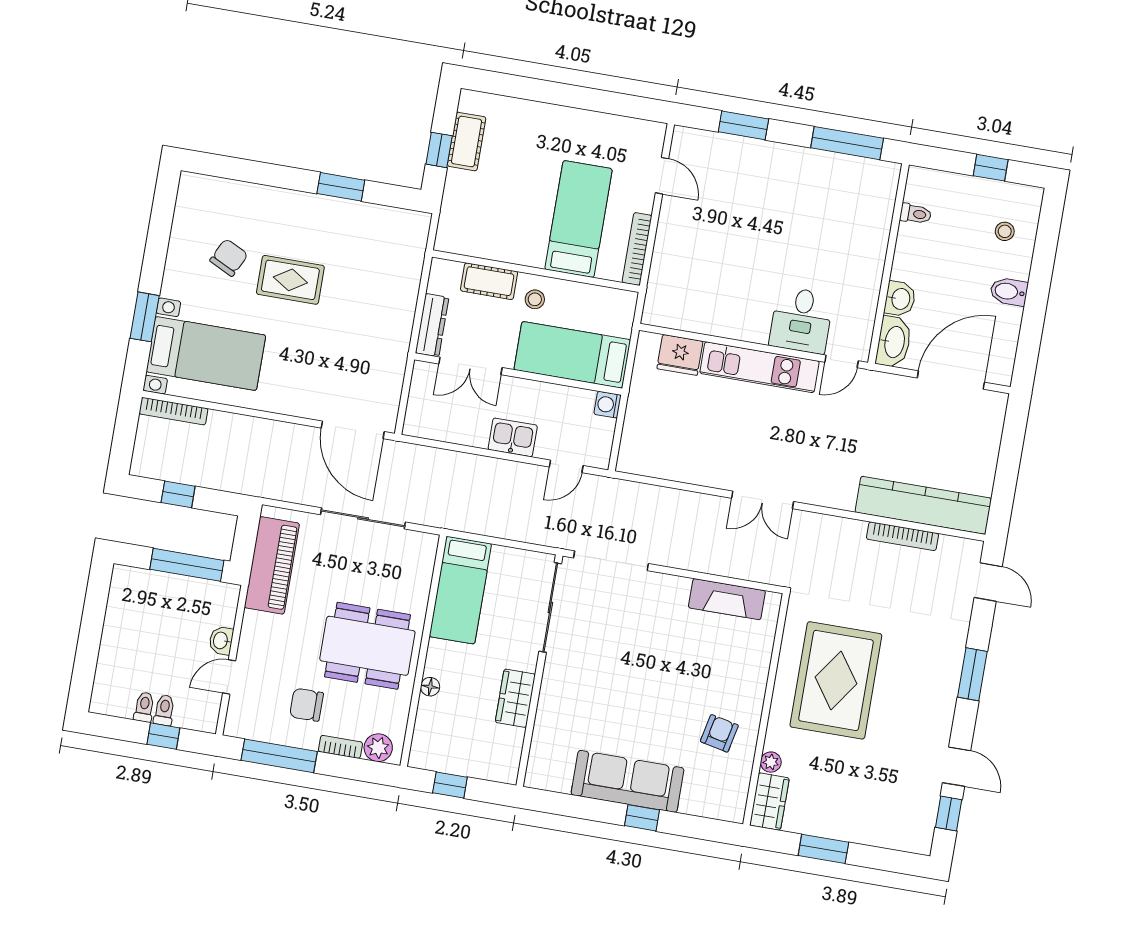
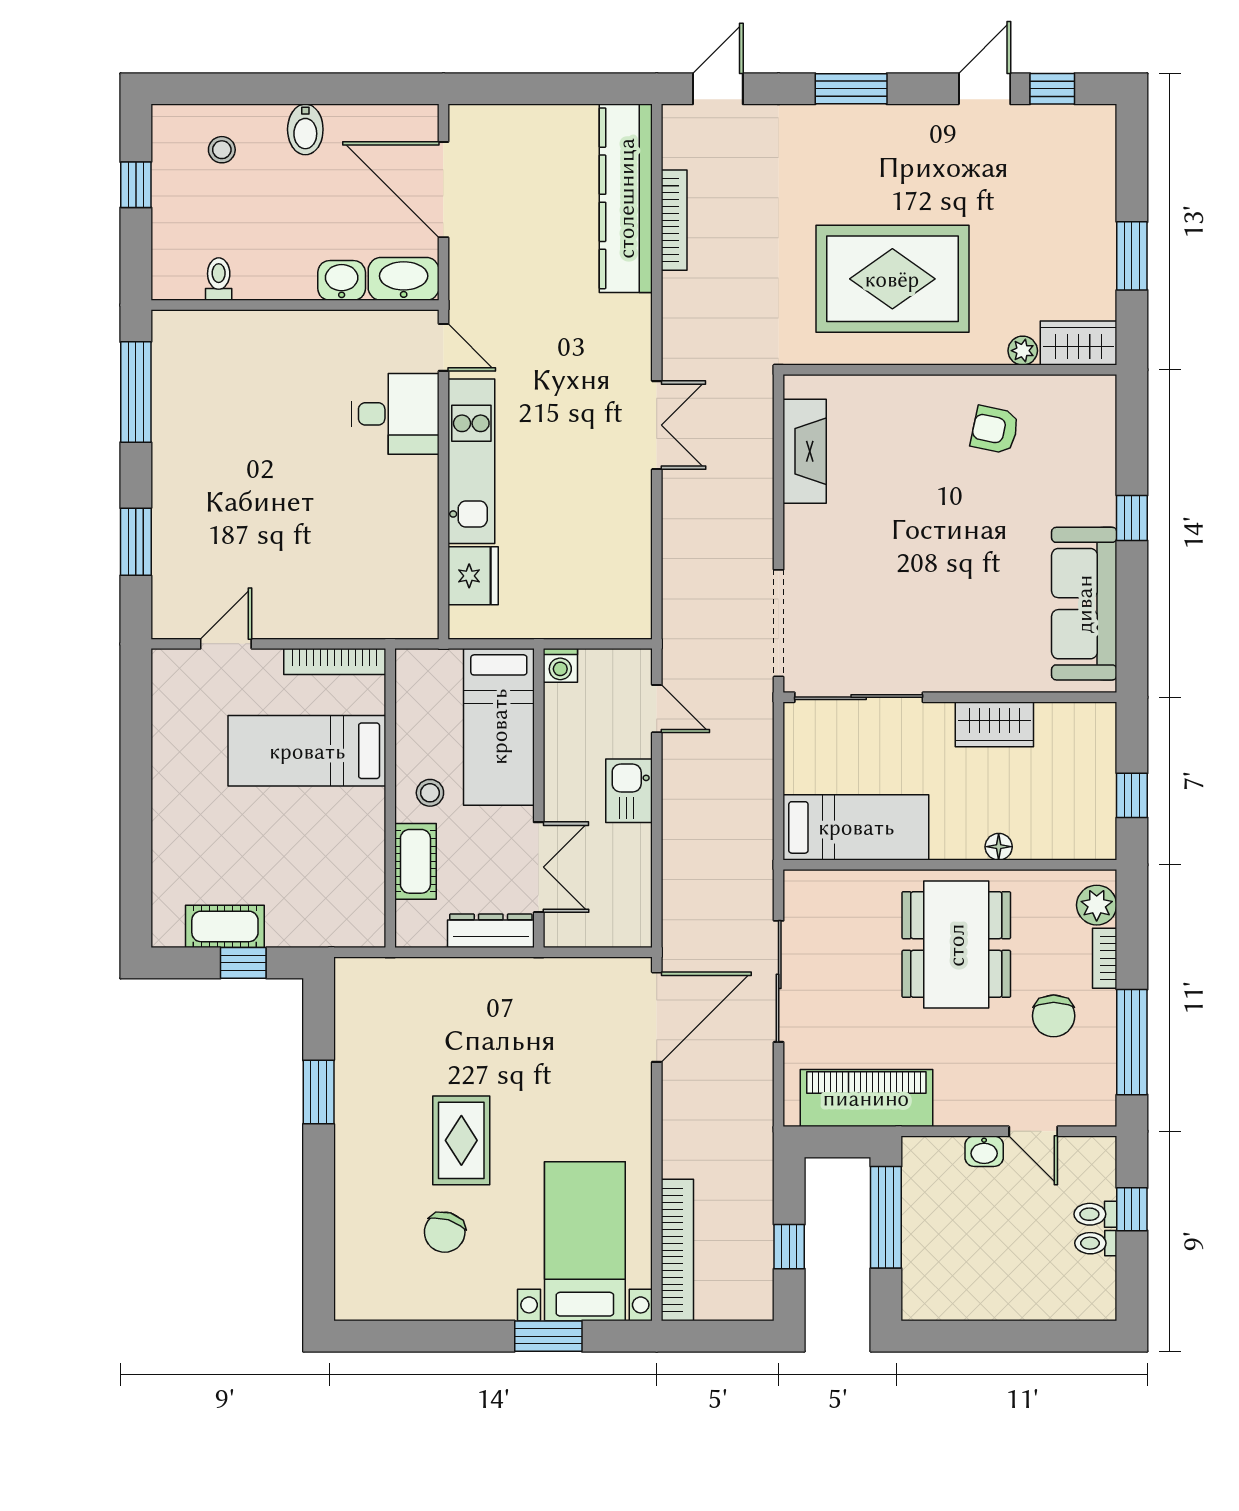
chair: (229, 257) -> (445, 1232), turned -99
bookcase: (173, 411) -> (677, 1250), width x1.48, depth x1.31
sofa: (628, 781) -> (1084, 604), moved

